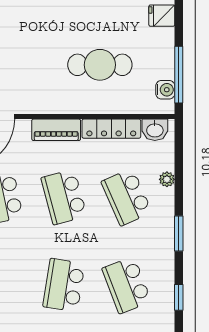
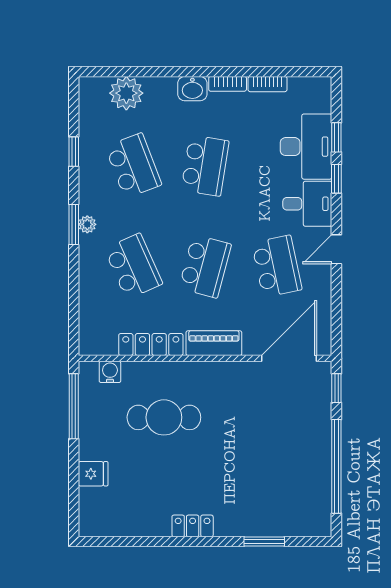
water cooler: (165, 90) -> (110, 372), moved, turned 90
washbasin: (155, 130) -> (101, 343), removed
plant: (167, 179) -> (87, 224), moved
school desk: (64, 197) -> (205, 266), turned 30

